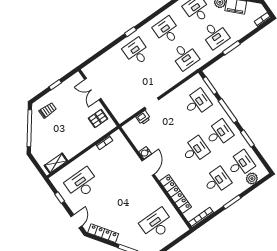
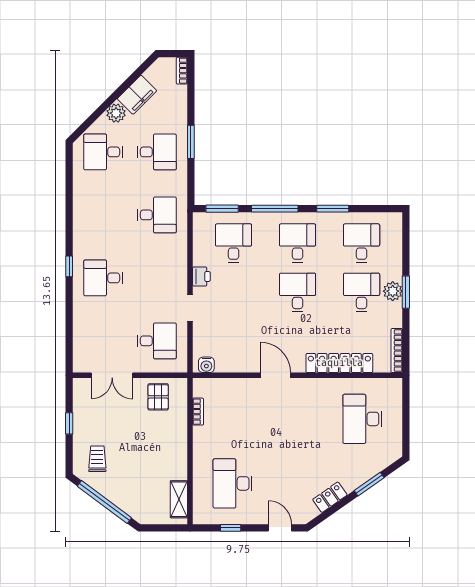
desk: (167, 31) -> (157, 341), moved, turned 180
printer: (143, 118) -> (201, 276), moved
water cooler: (145, 153) -> (206, 365), moved
plant: (252, 179) -> (393, 291), moved
locker: (103, 233) -> (330, 497), width x0.66

